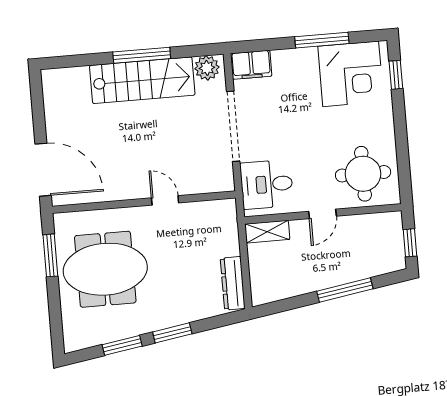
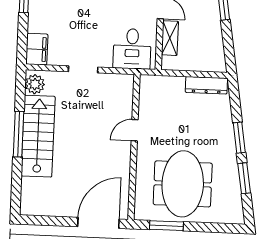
doorway: (233, 126) -> (83, 69), width x0.53
shelving: (267, 232) -> (170, 38), moved

